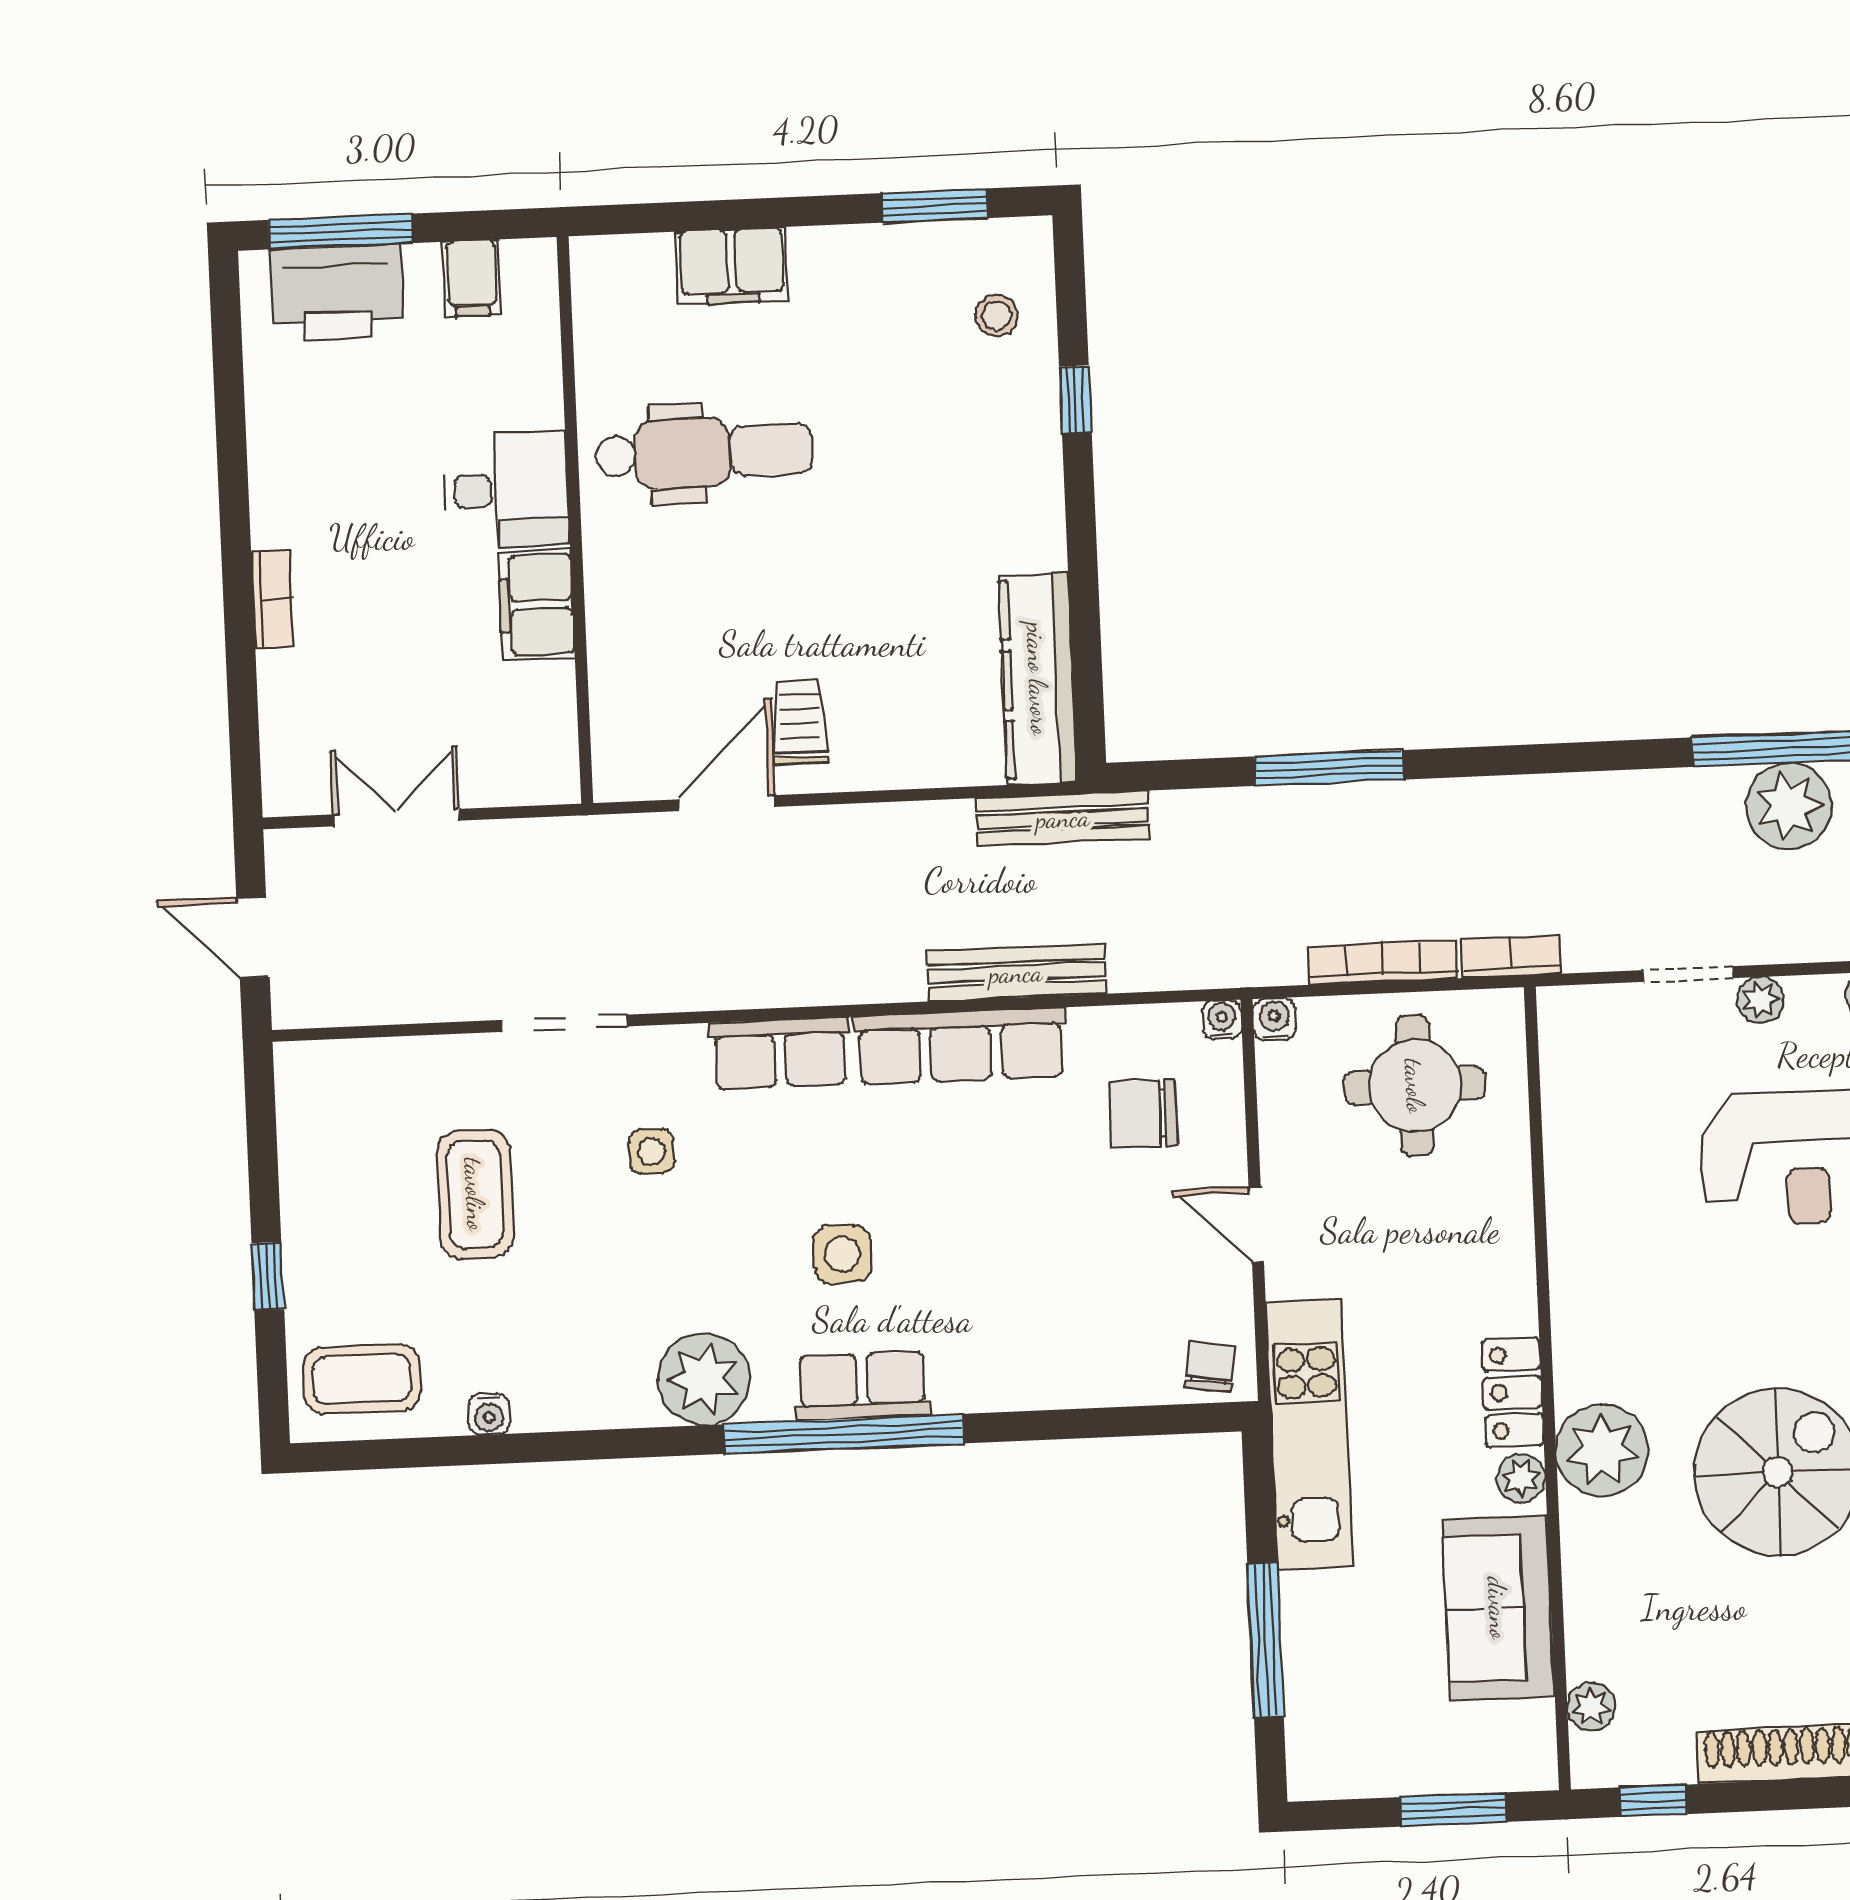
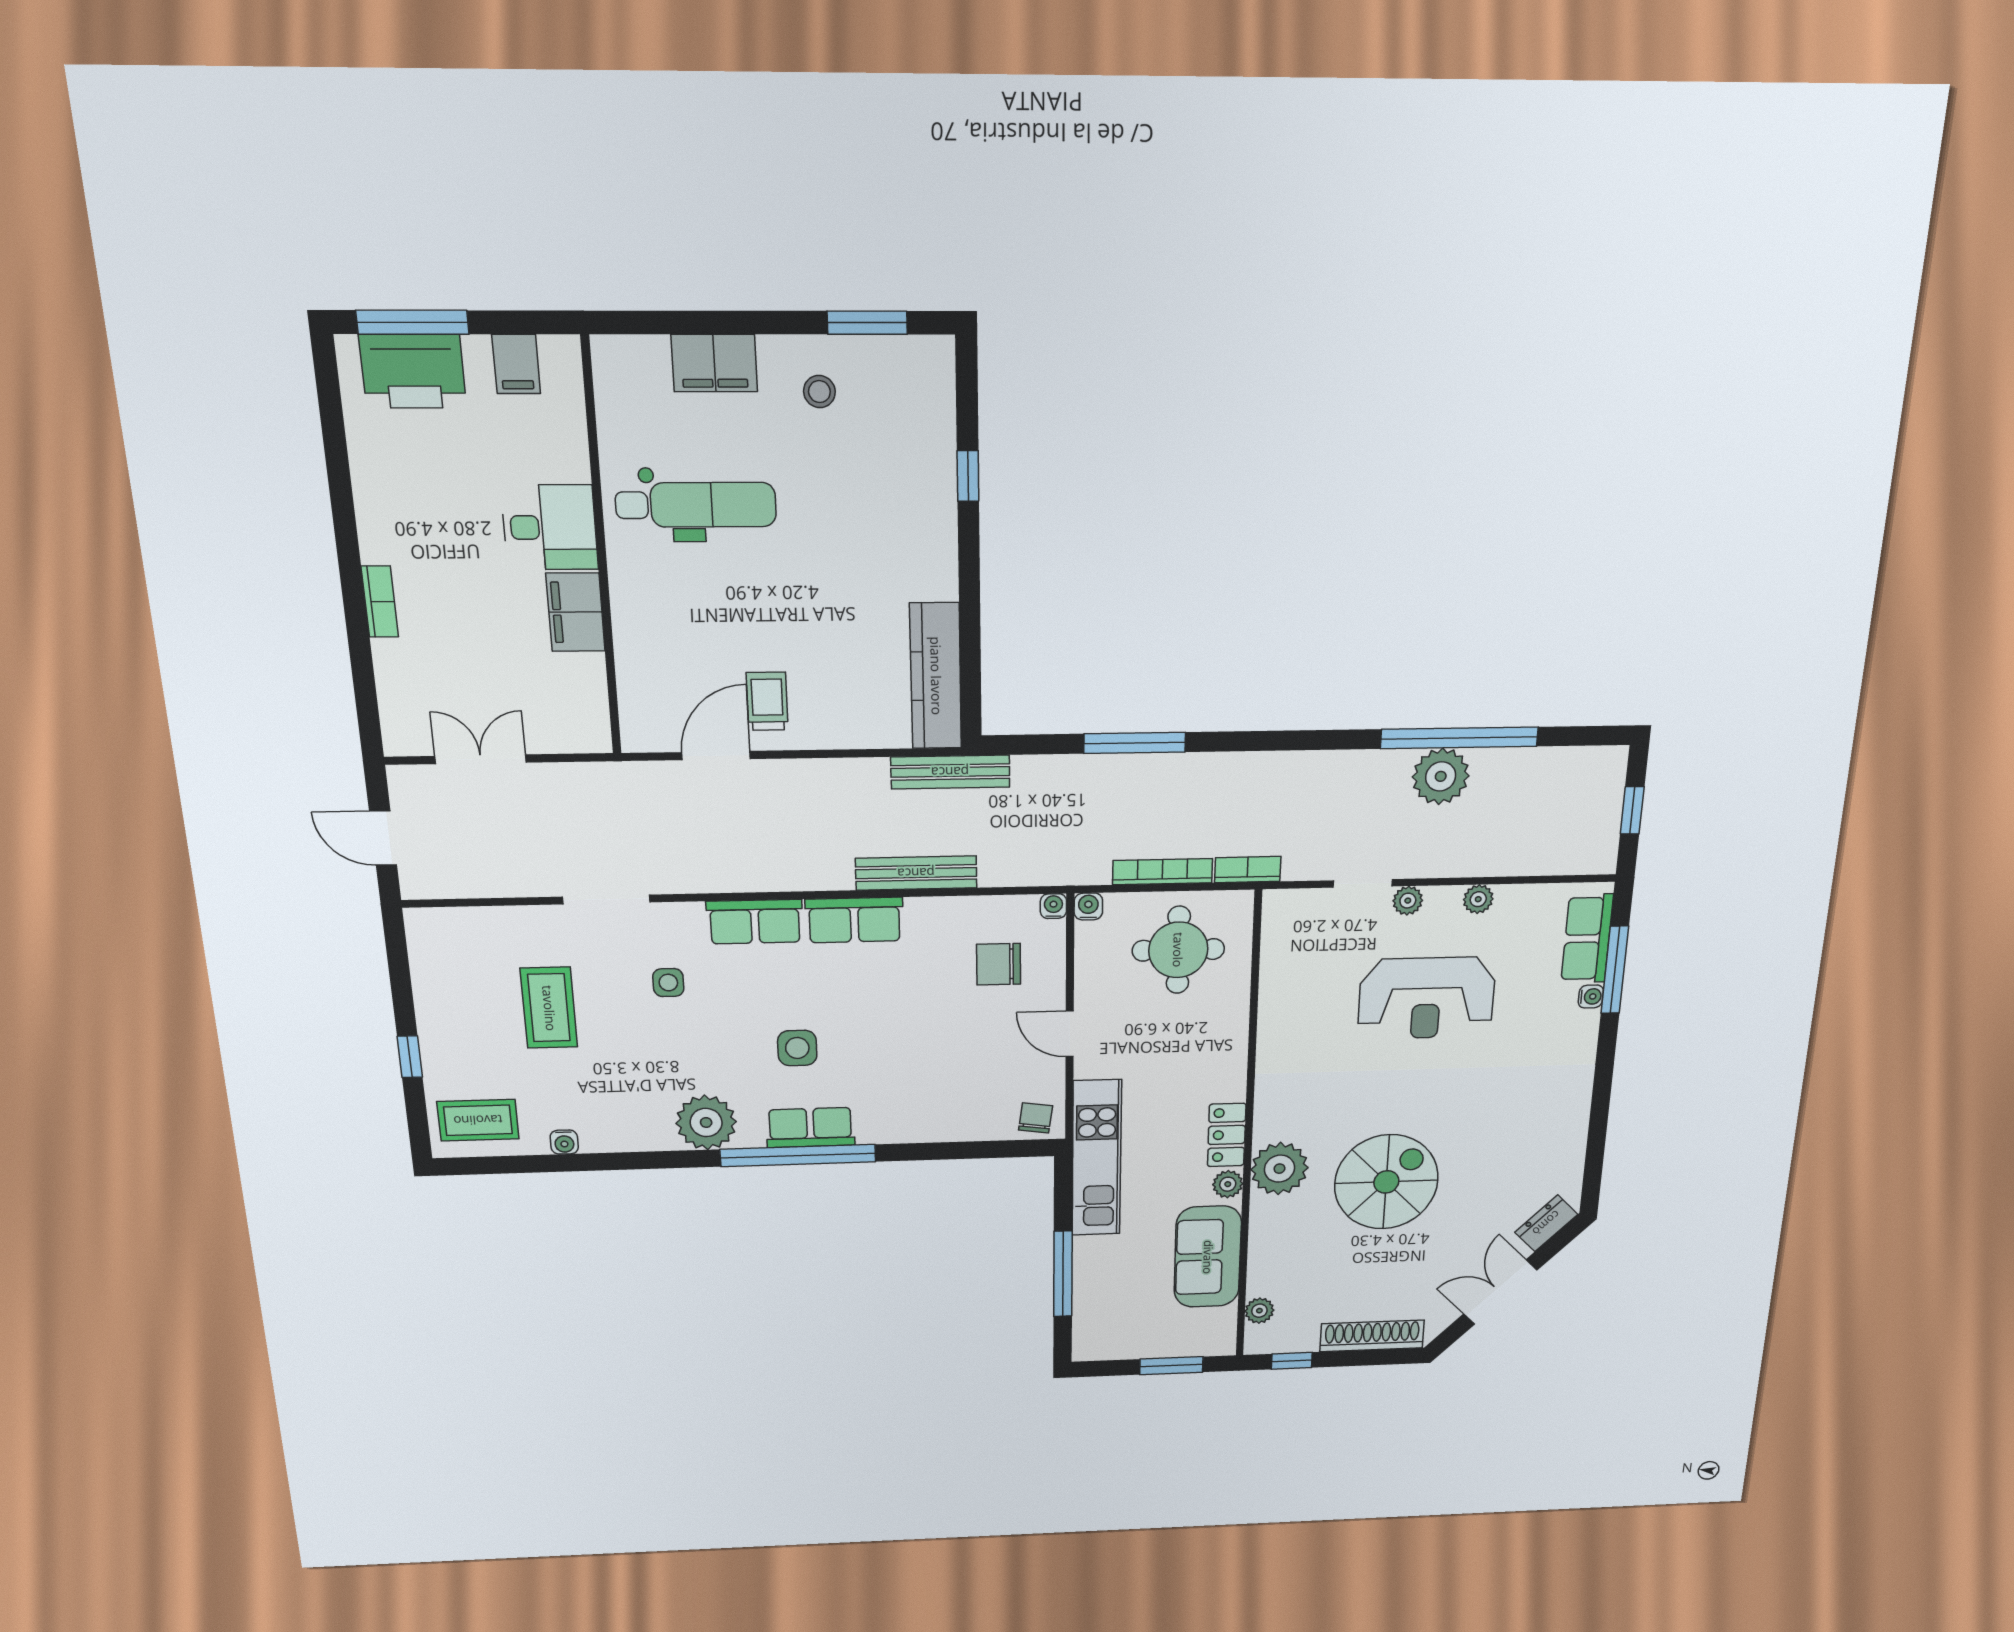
stool: (997, 316) -> (819, 392), moved
row of seats: (961, 1046) -> (854, 920), width x0.68

